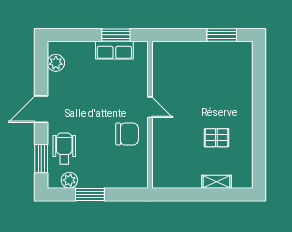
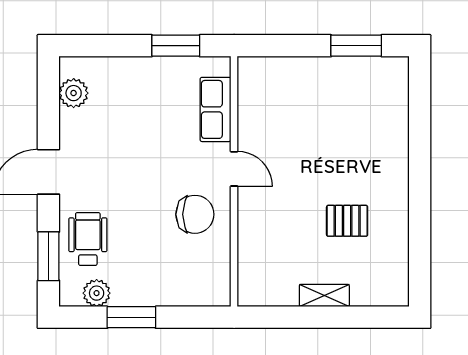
row of seats: (114, 50) -> (216, 109), moved, turned 90
shelving: (217, 182) -> (324, 296), moved

